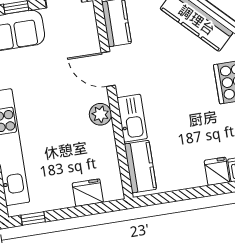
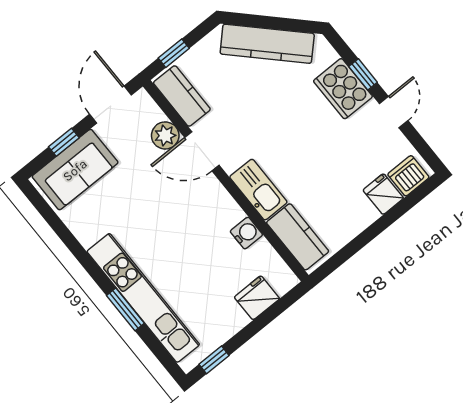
plant: (100, 114) -> (165, 135), moved
water cooler: (106, 143) -> (246, 233), added

